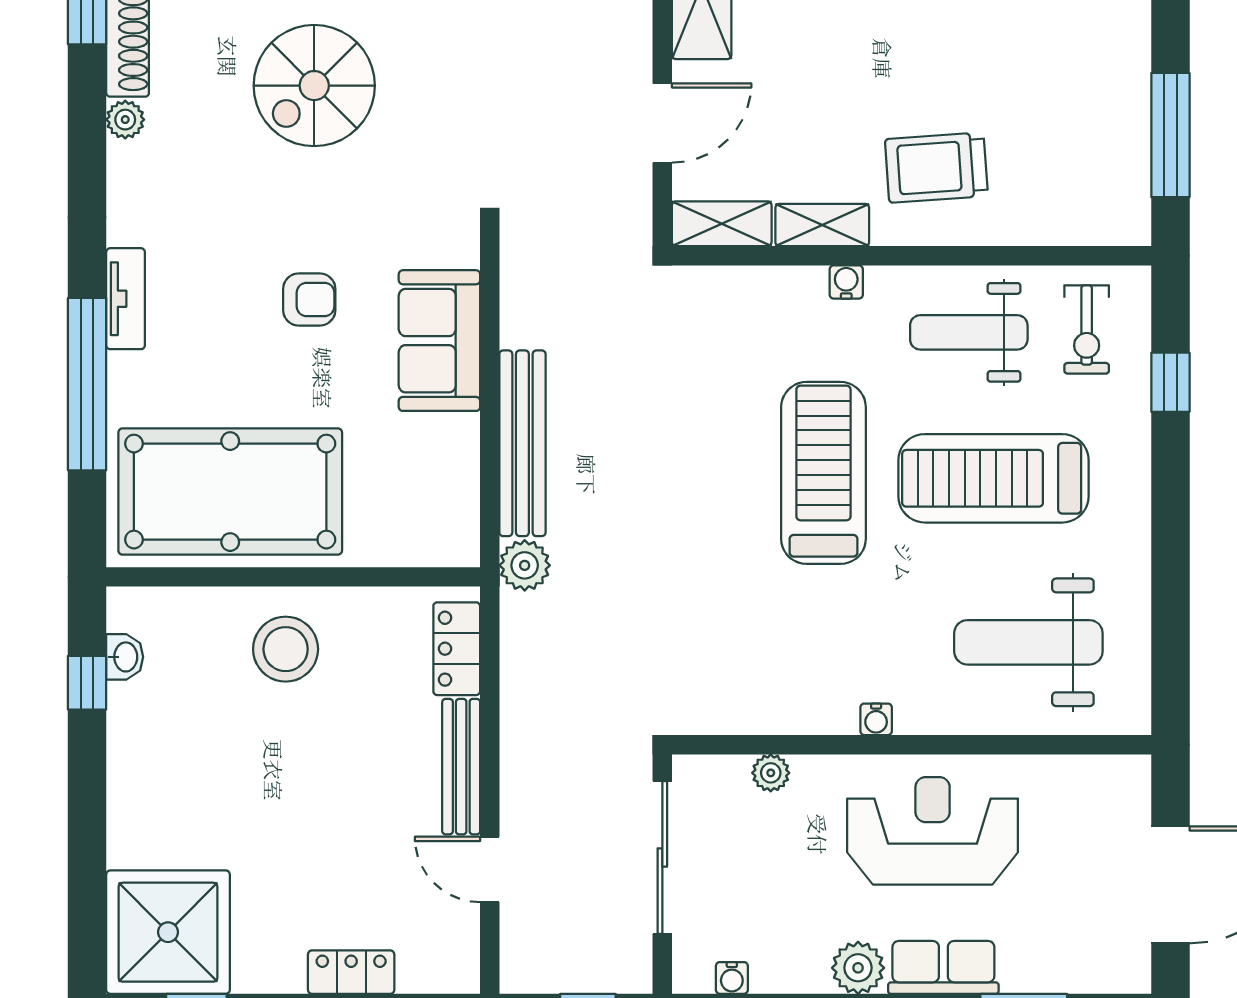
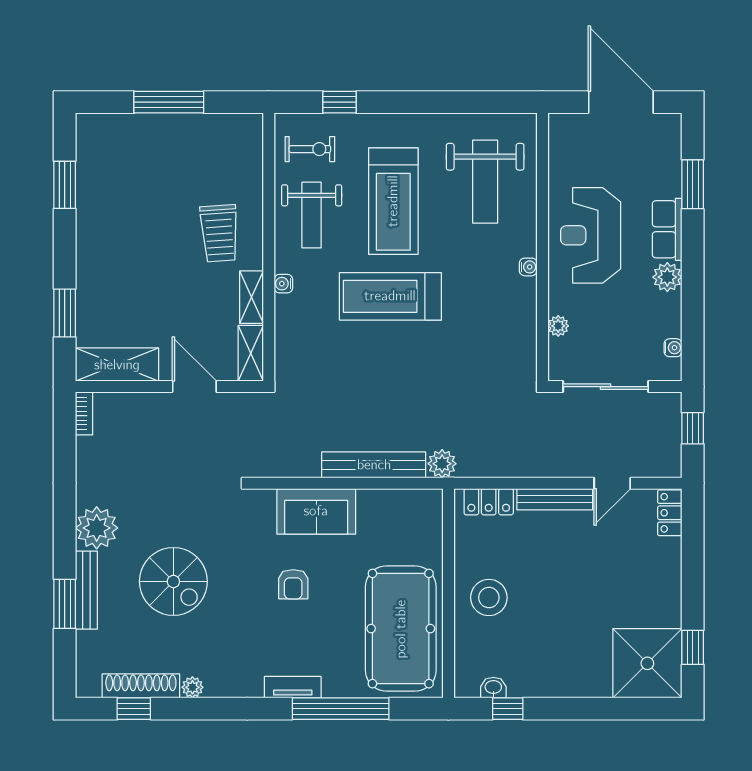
window: (1170, 135) -> (169, 102), moved
armchair: (309, 299) -> (293, 584), turned 180
locker: (351, 972) -> (670, 513), moved

